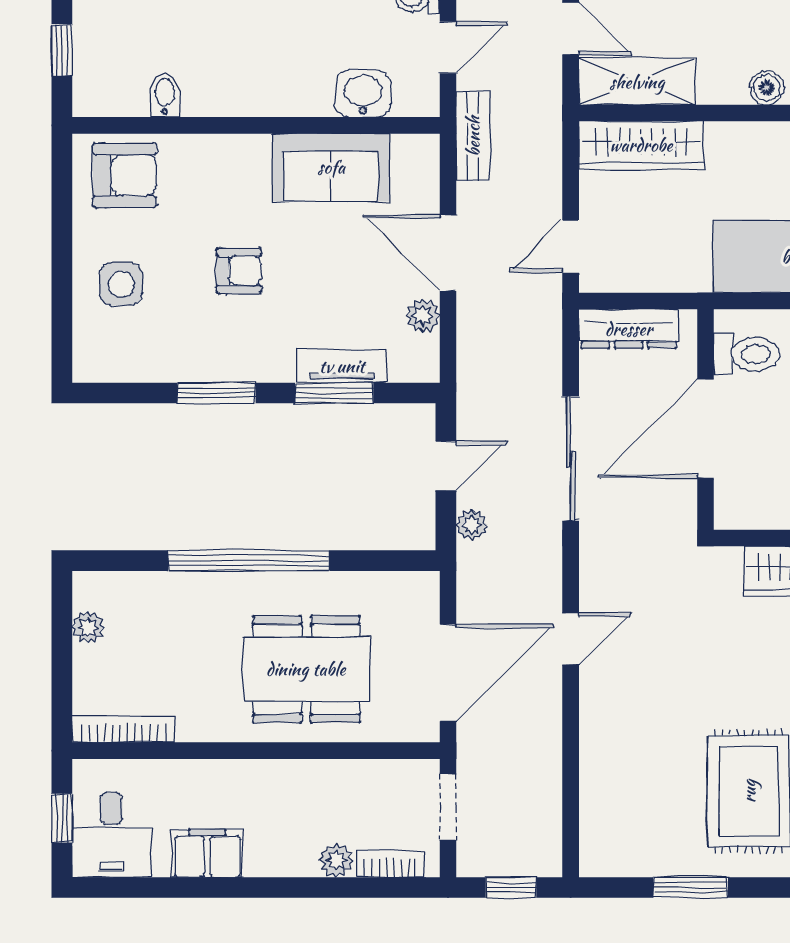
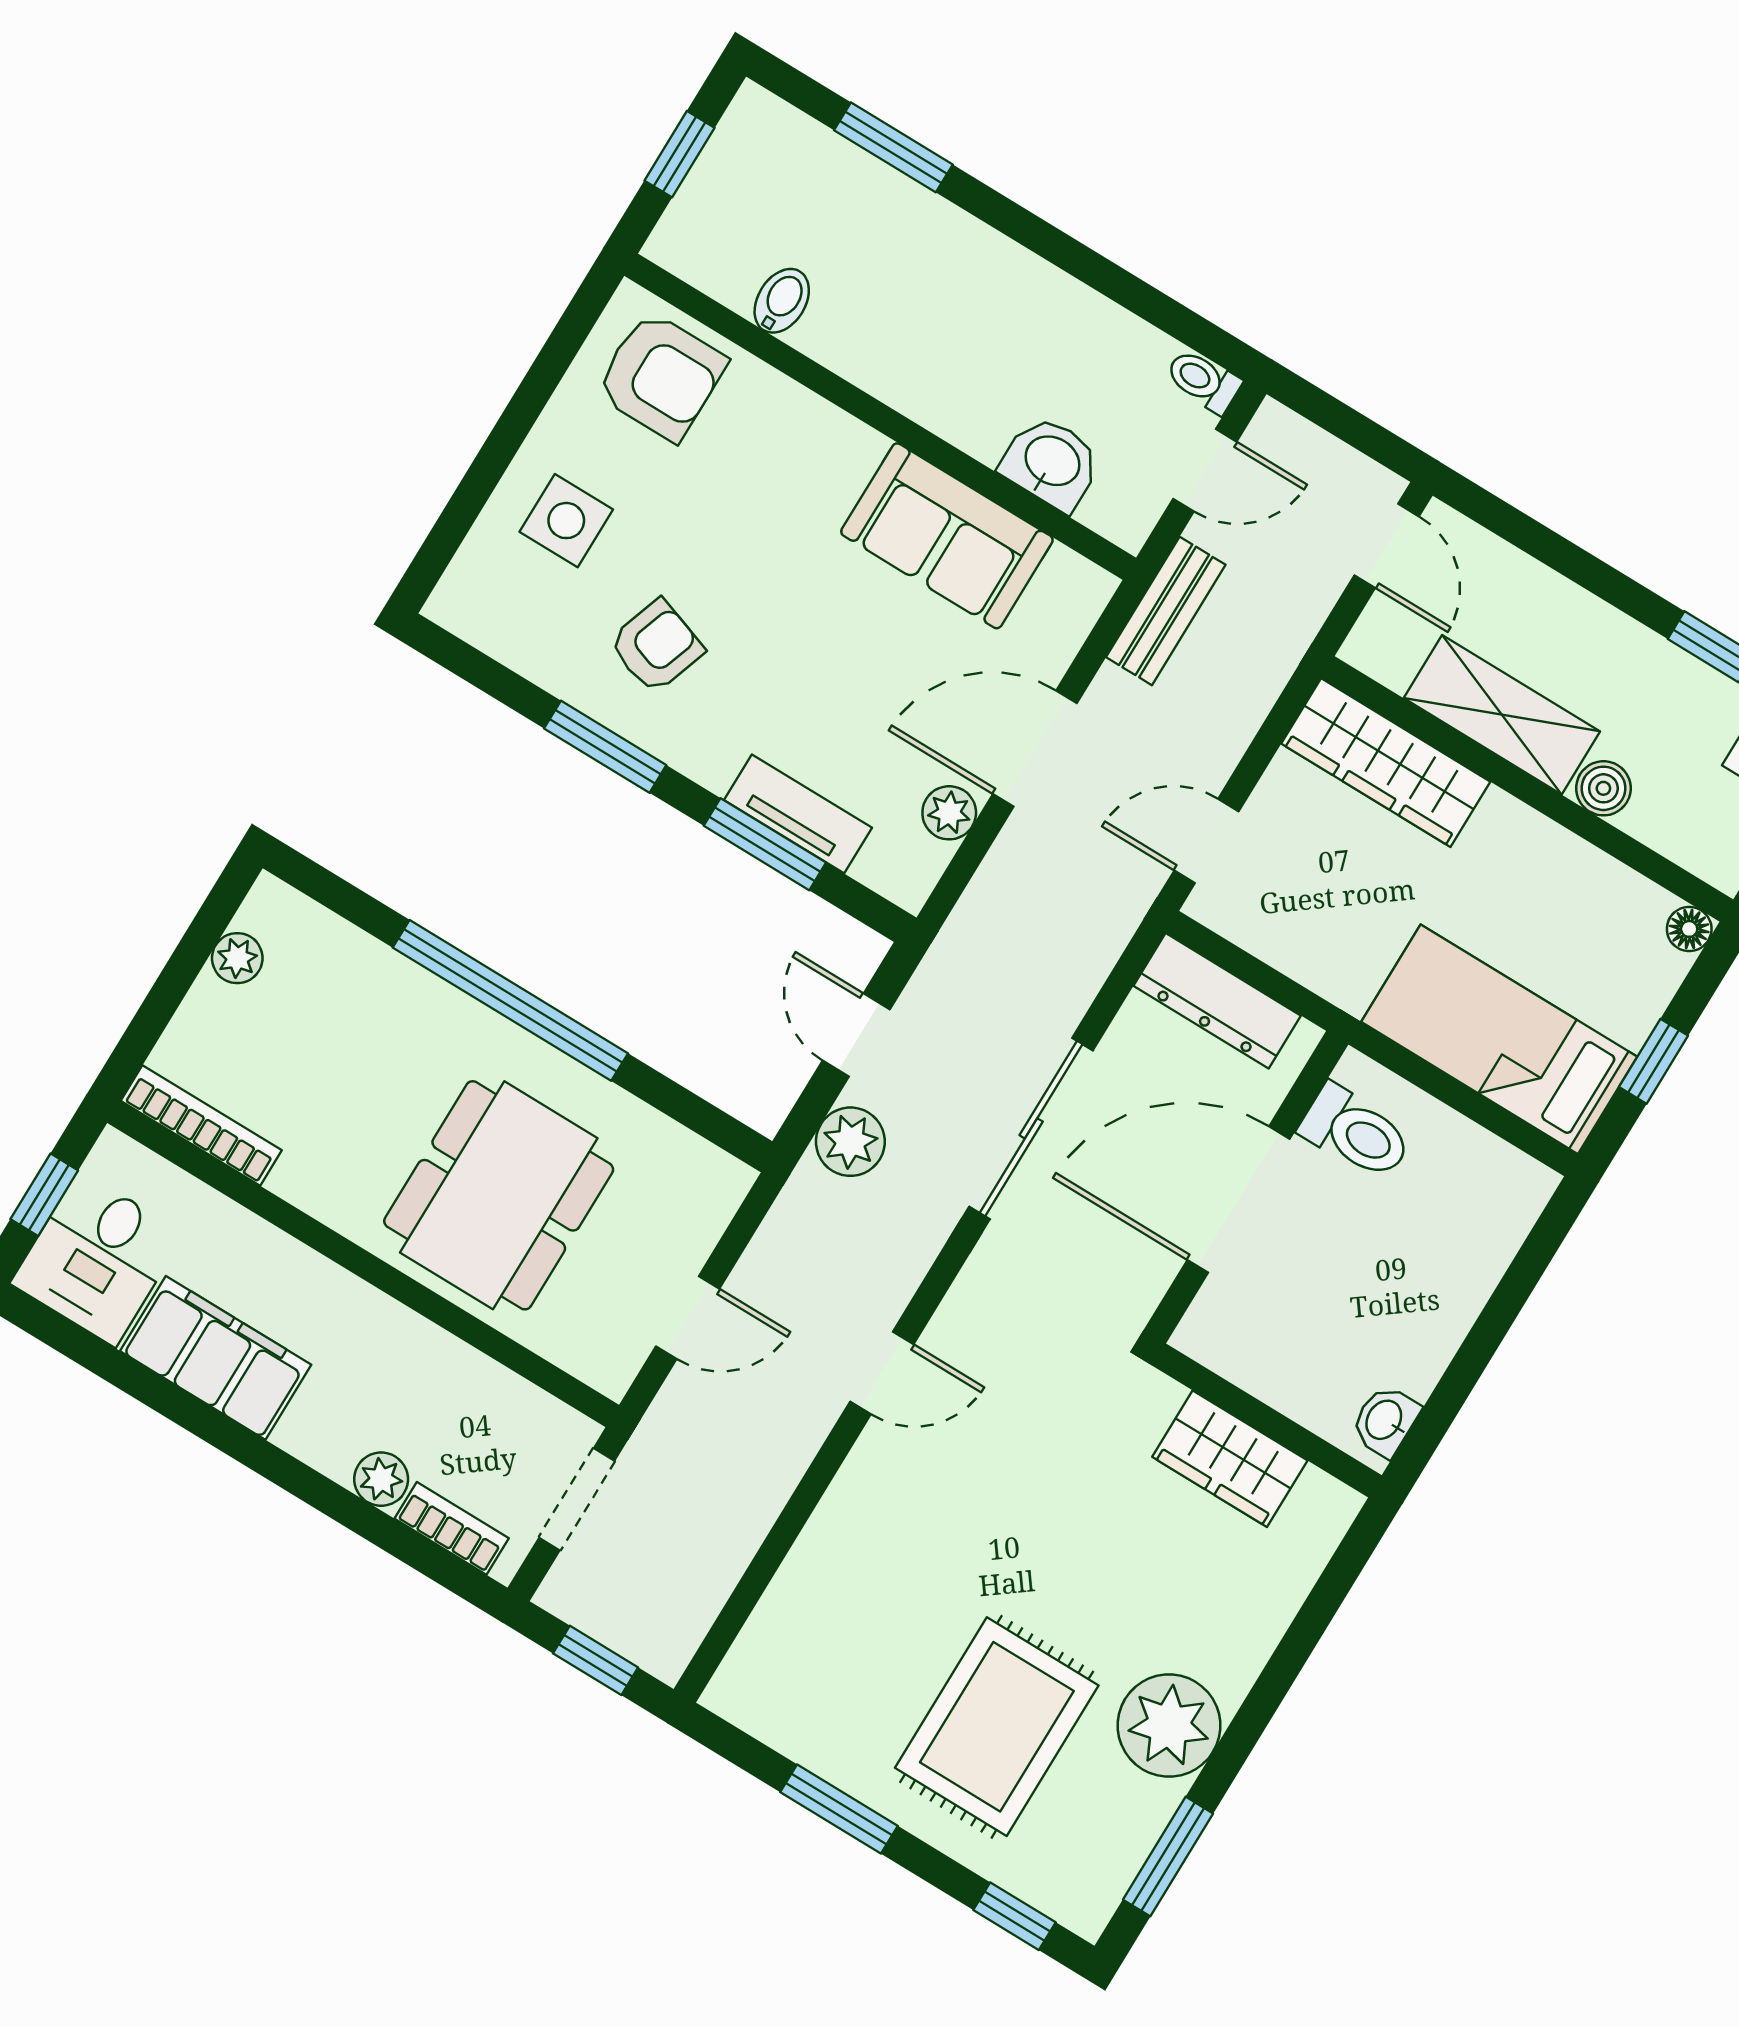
shelving: (637, 82) -> (1502, 715), moved
door: (448, 253) -> (1035, 749), hinge flipped
armchair: (239, 271) -> (656, 646), moved, turned -71
door: (446, 466) -> (856, 1035), swing flipped
plant: (472, 525) -> (850, 1142), width x1.38, depth x1.38
dining table: (306, 669) -> (499, 1195), turned 90
door: (448, 673) -> (688, 1317), width x0.53
filing cabinet: (207, 853) -> (216, 1358), width x1.50, depth x1.17

